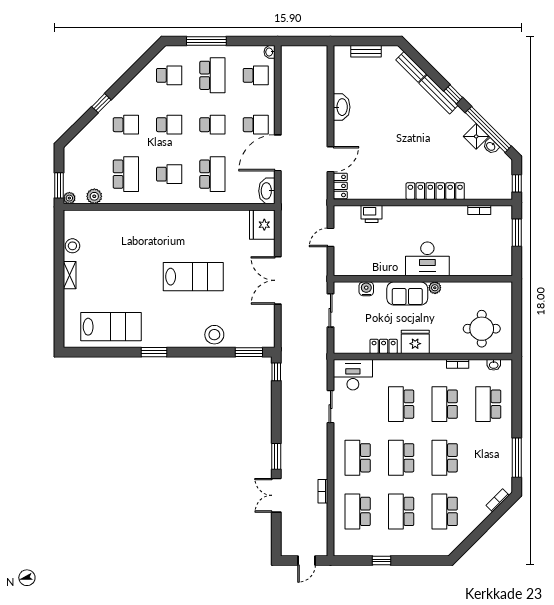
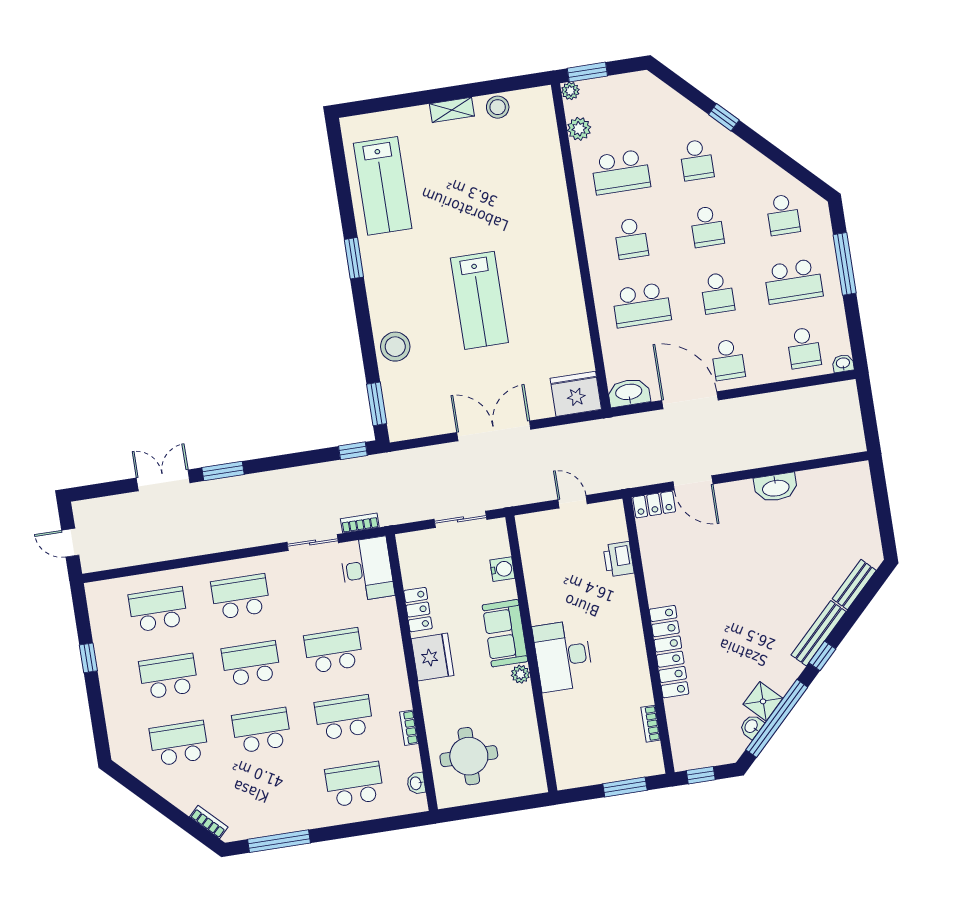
bench: (366, 51) -> (867, 511), removed
bookcase: (323, 491) -> (360, 523), moved

